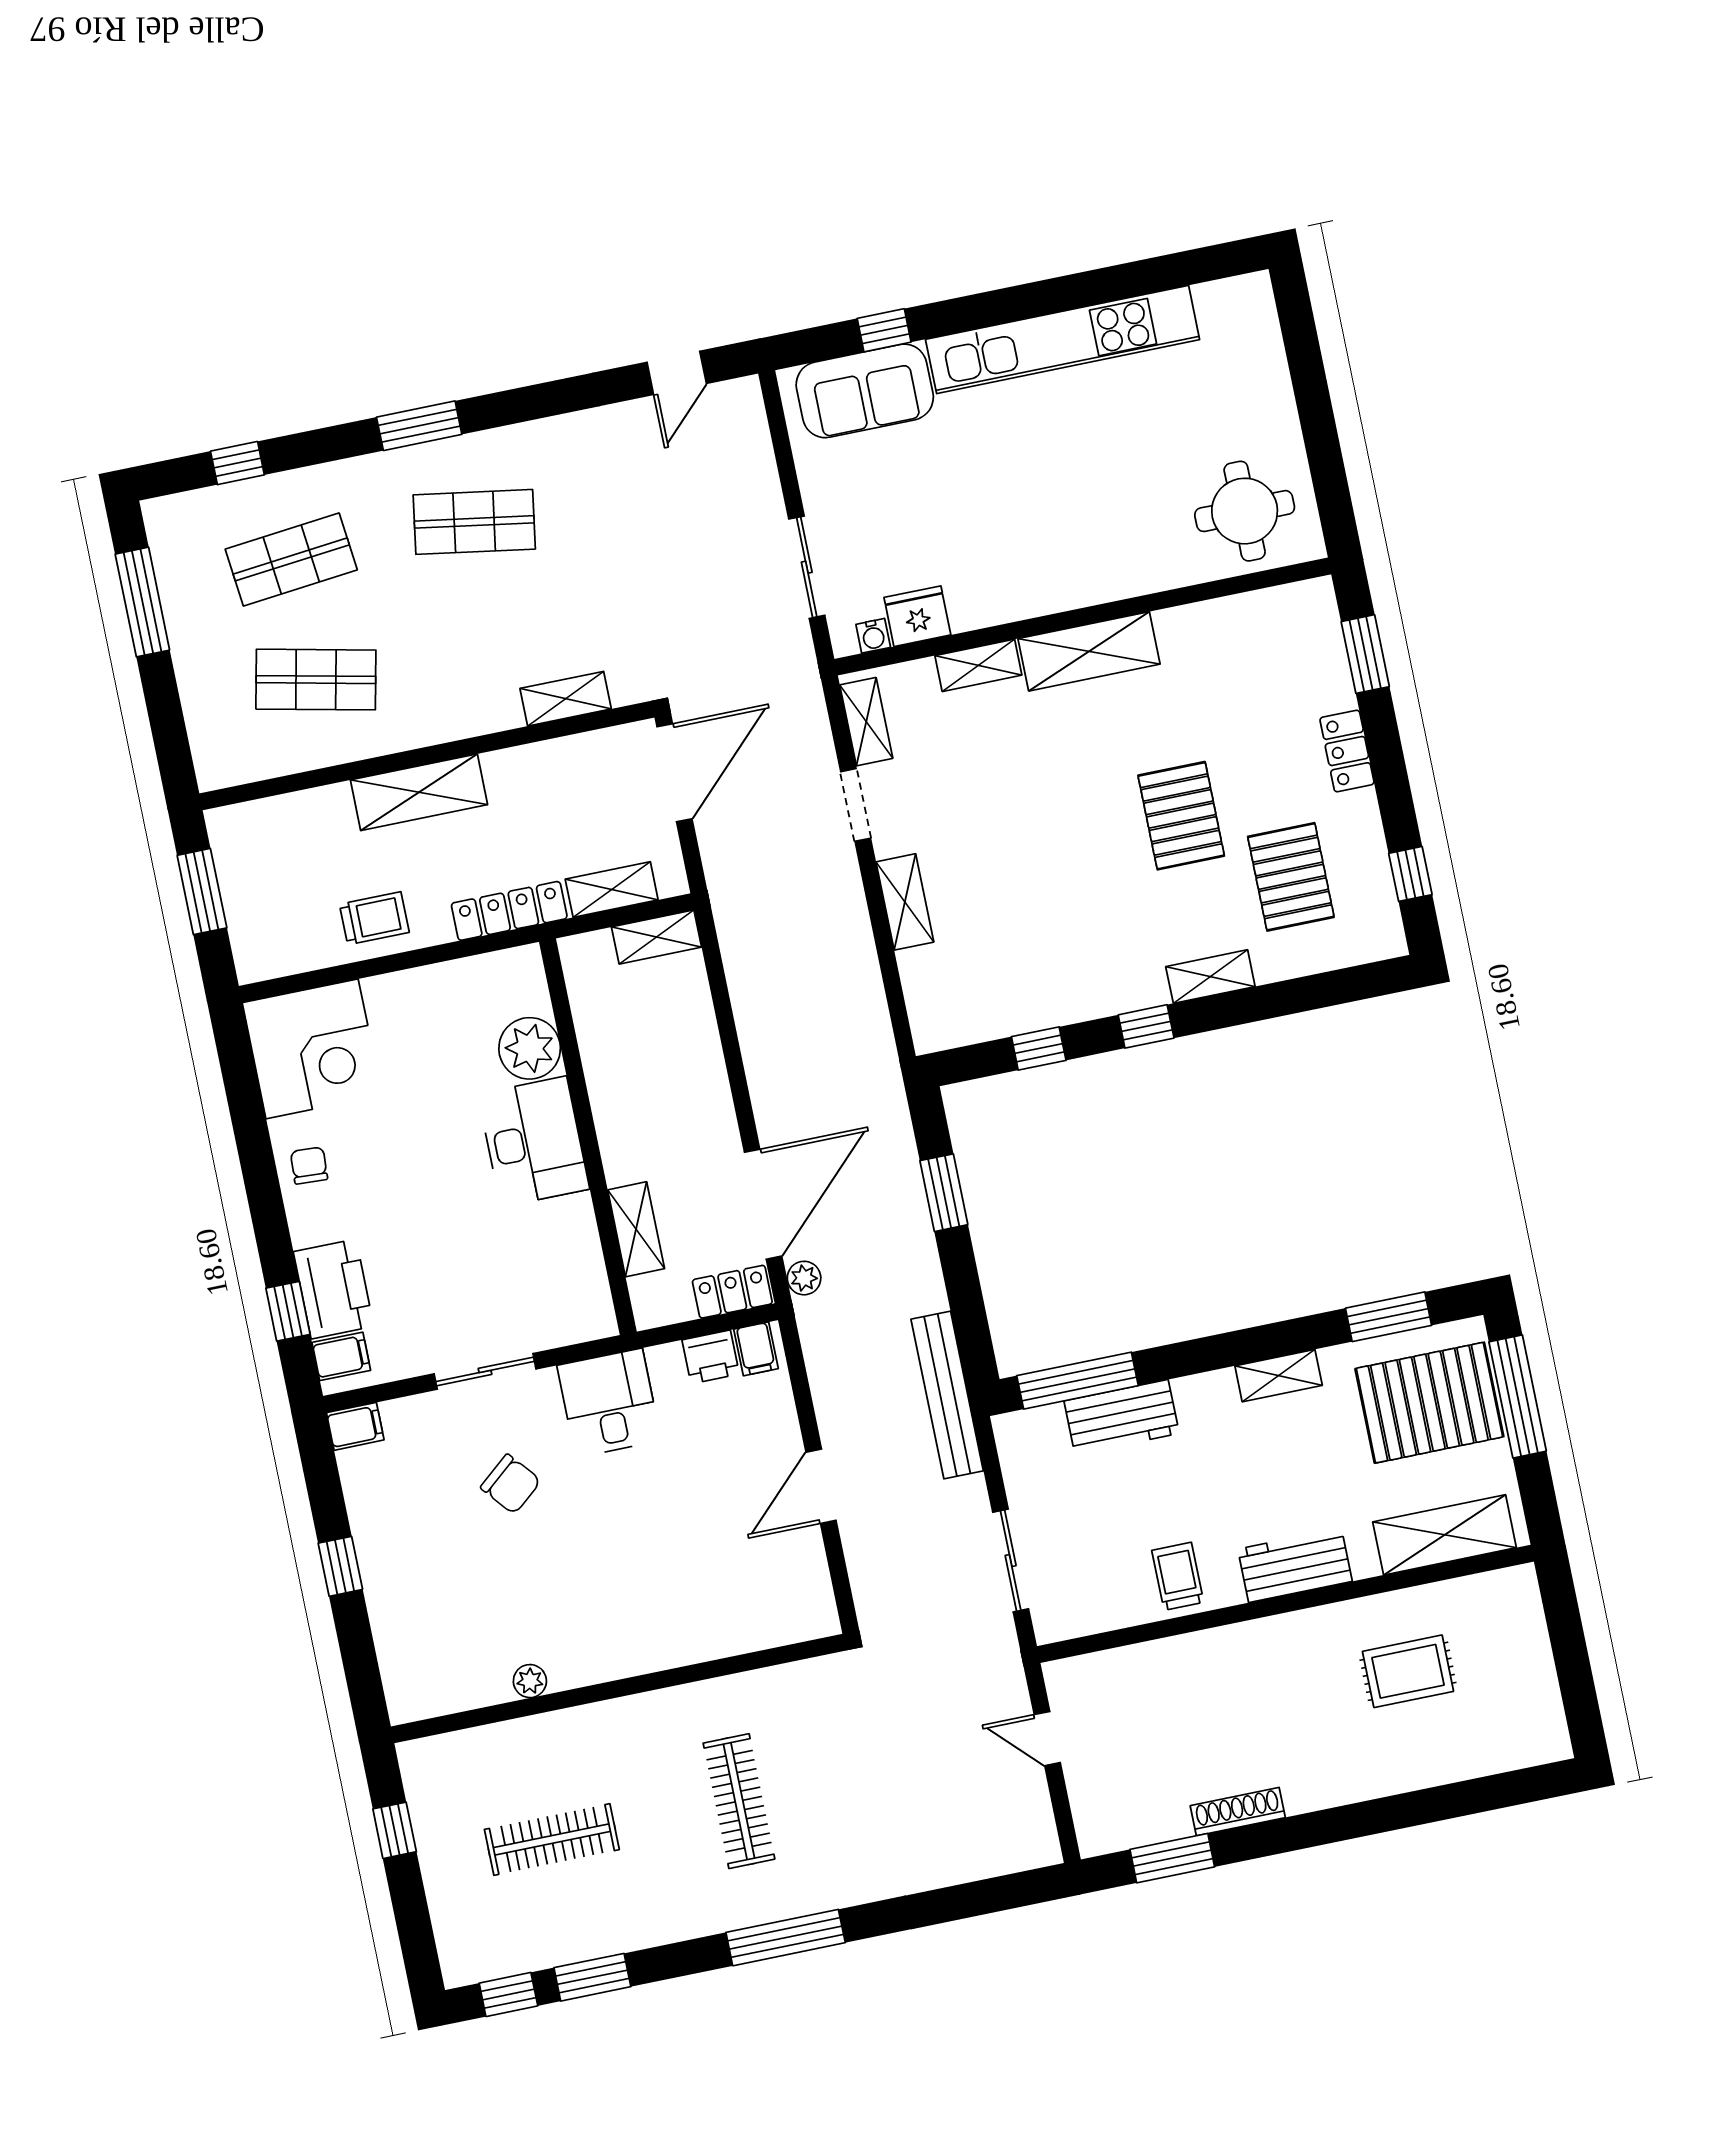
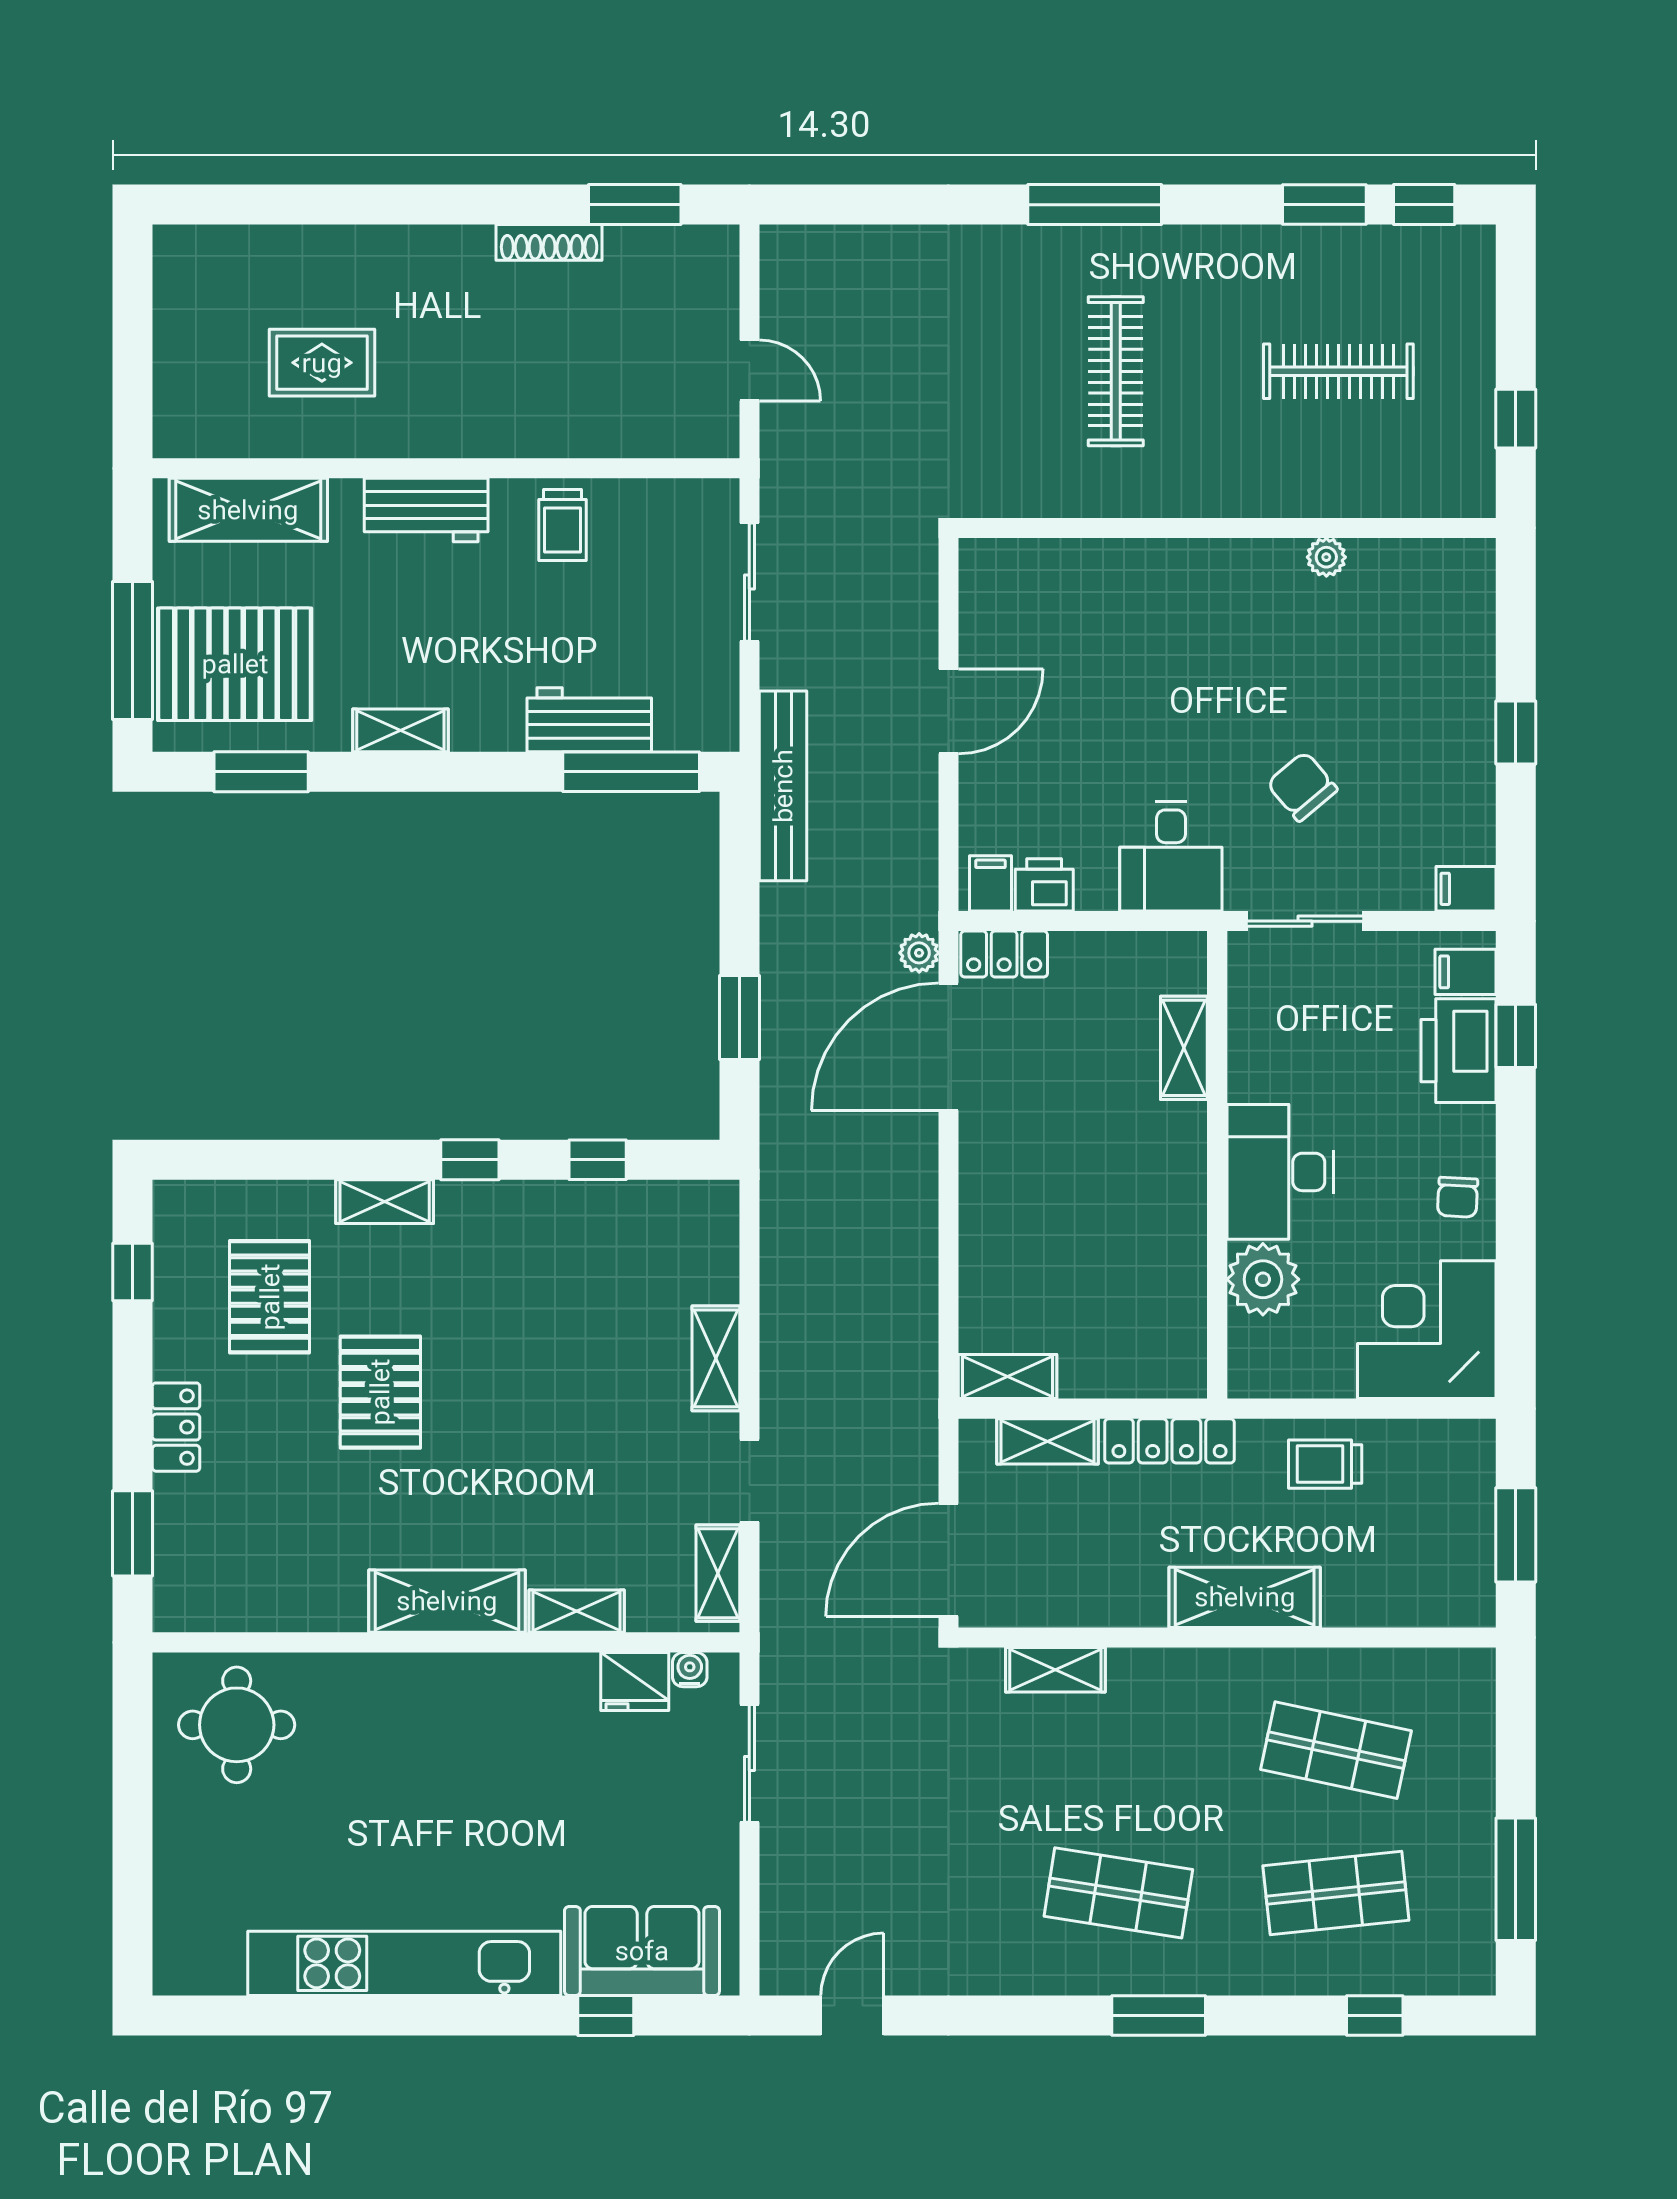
plant: (530, 1048) -> (1263, 1279), moved
wall: (588, 1137) -> (1217, 1165), moved
desk: (534, 1142) -> (1280, 1172), moved
shelving: (636, 1229) -> (1184, 1048), moved

